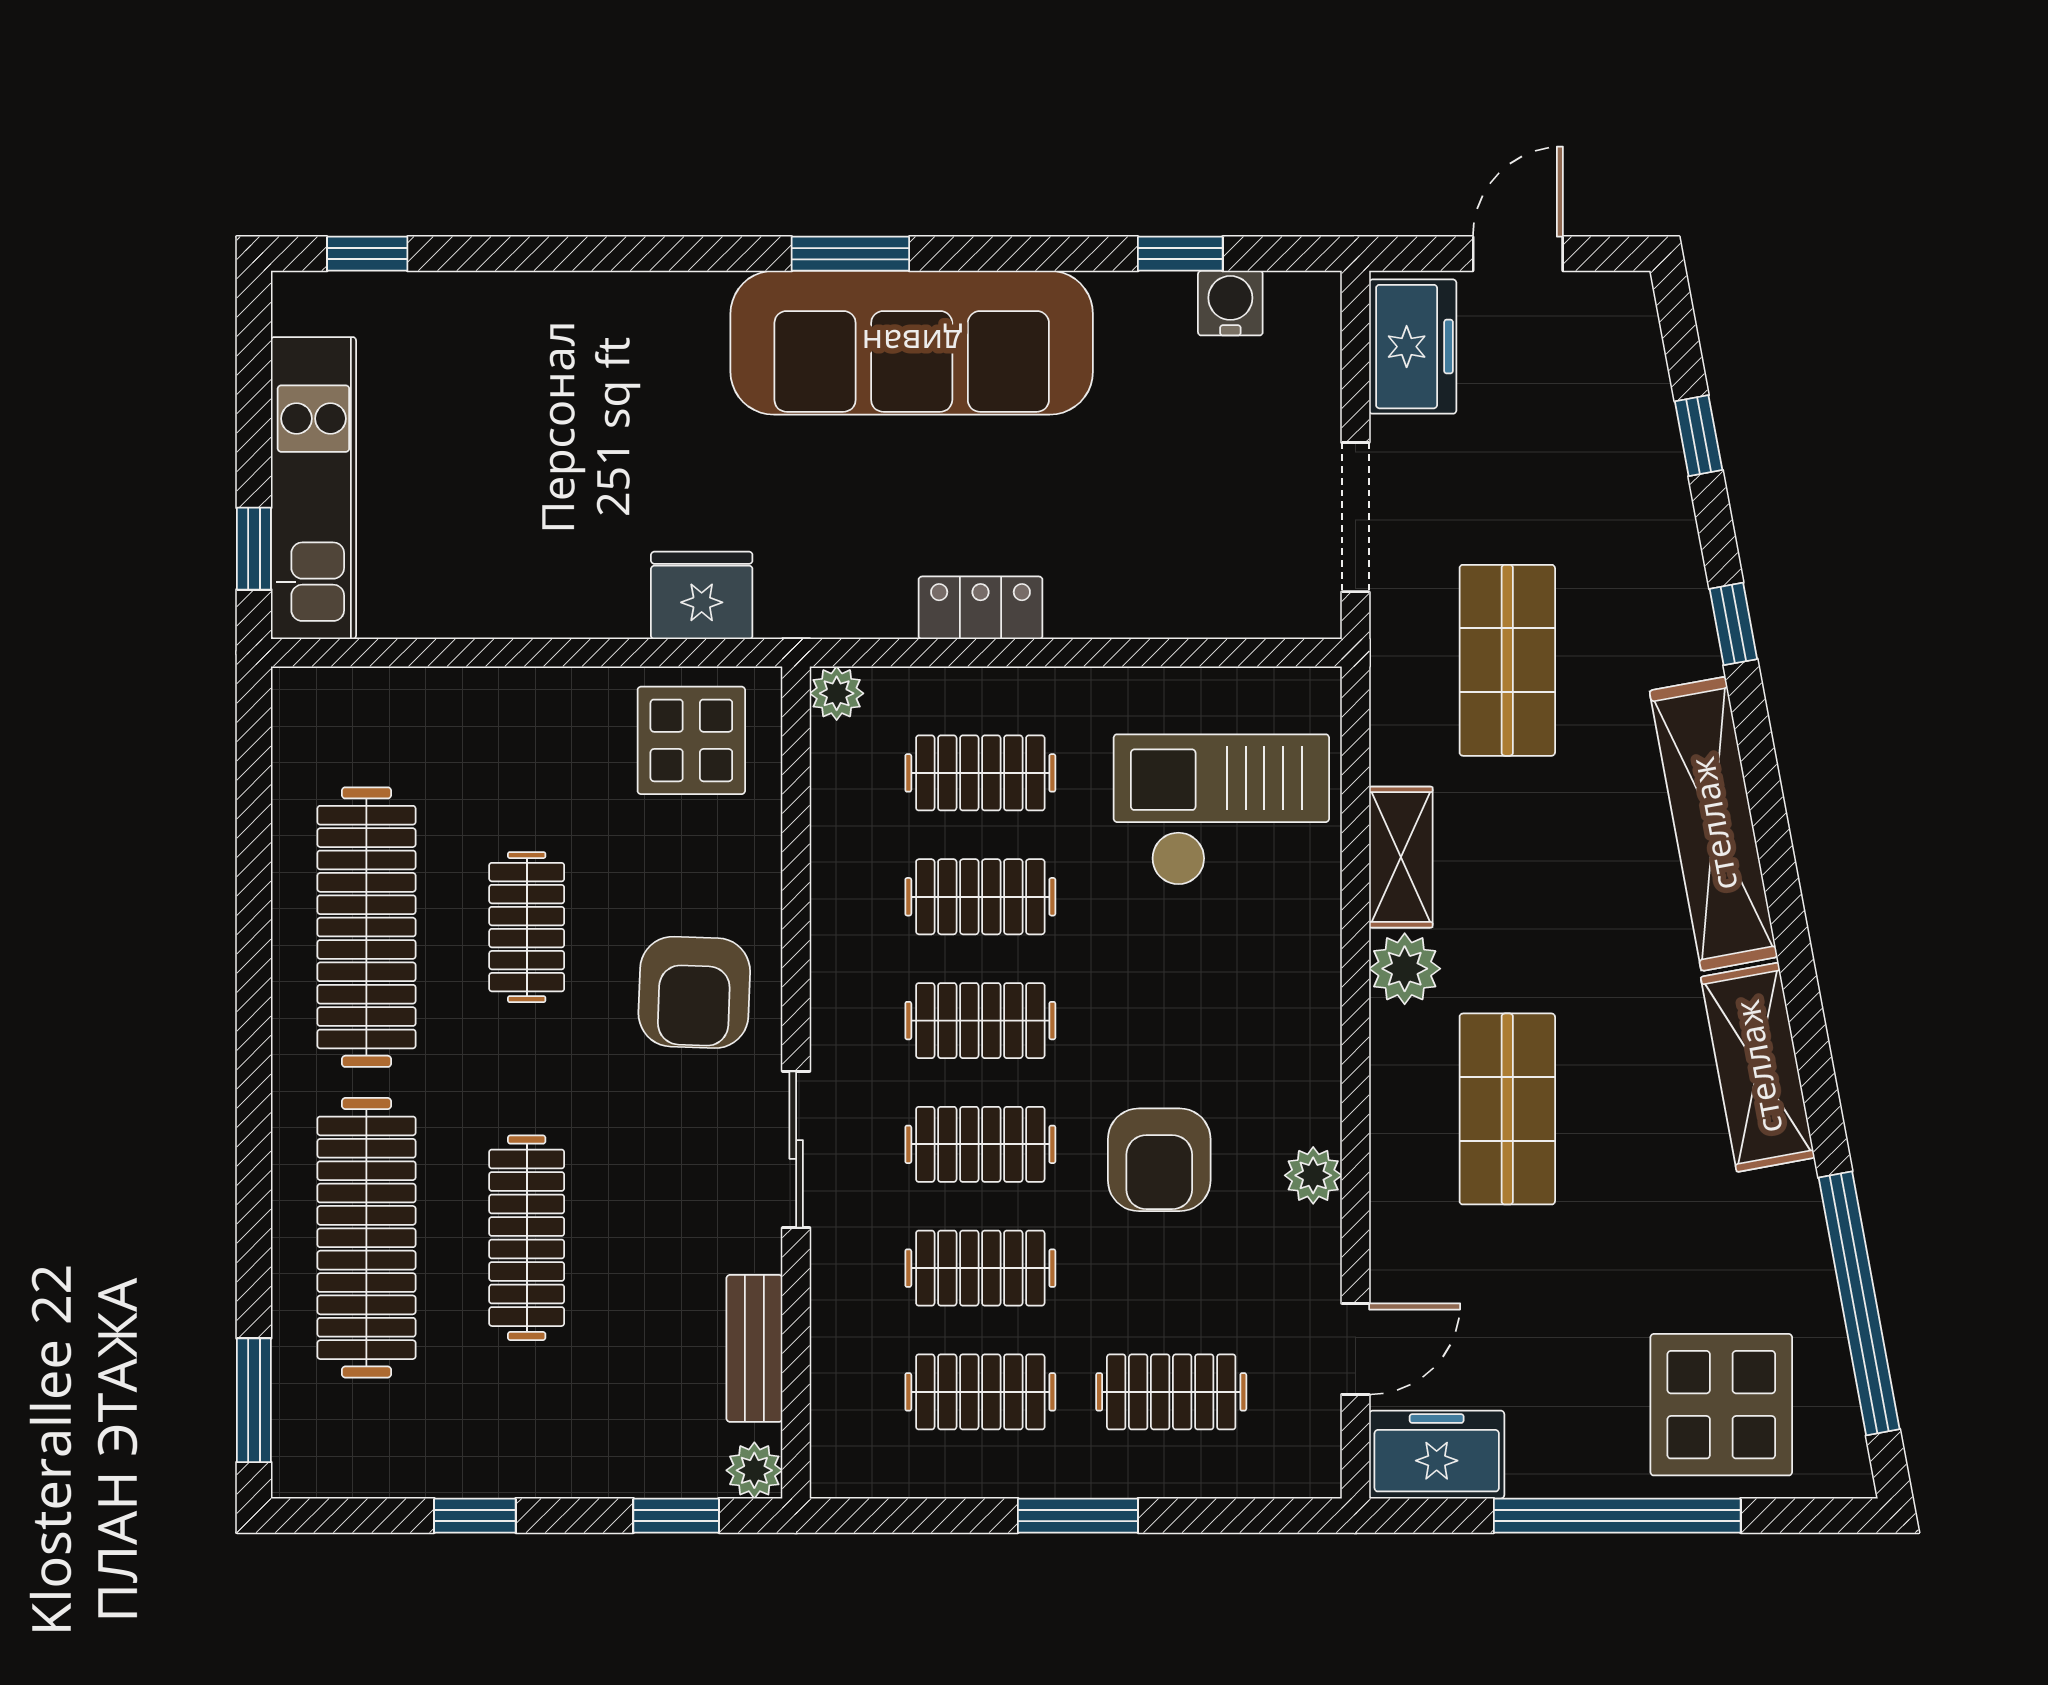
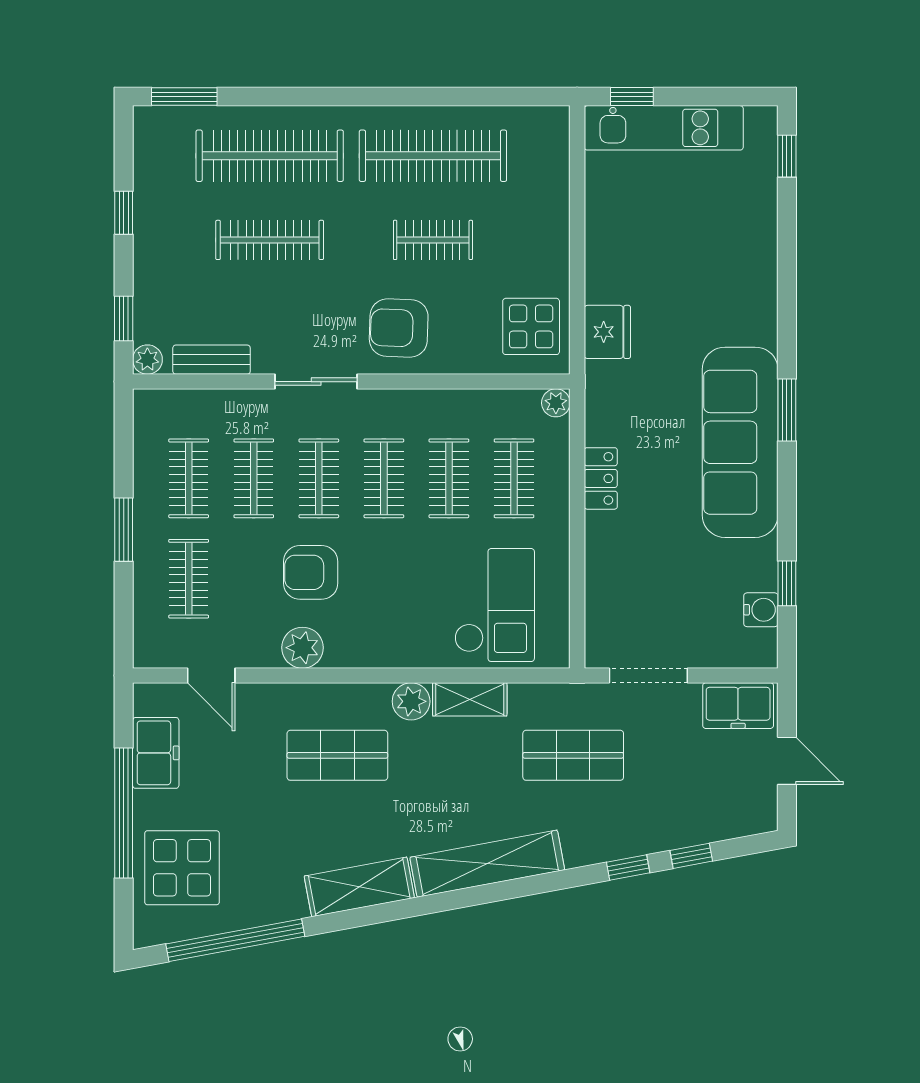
window: (1733, 624) -> (628, 868), moved
plant: (1313, 1175) -> (302, 648), width x1.38, depth x1.38
freezer: (1437, 1455) -> (156, 753), moved

